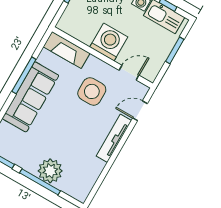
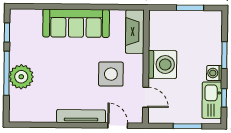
window: (24, 75) -> (92, 7), removed

